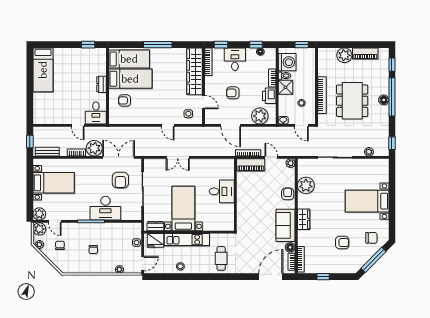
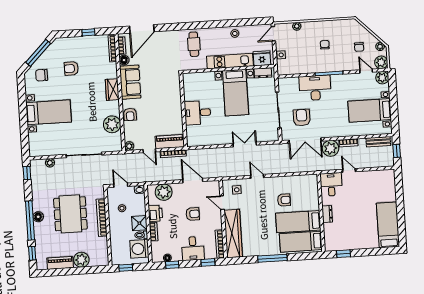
armchair: (125, 100) -> (284, 200), moved

